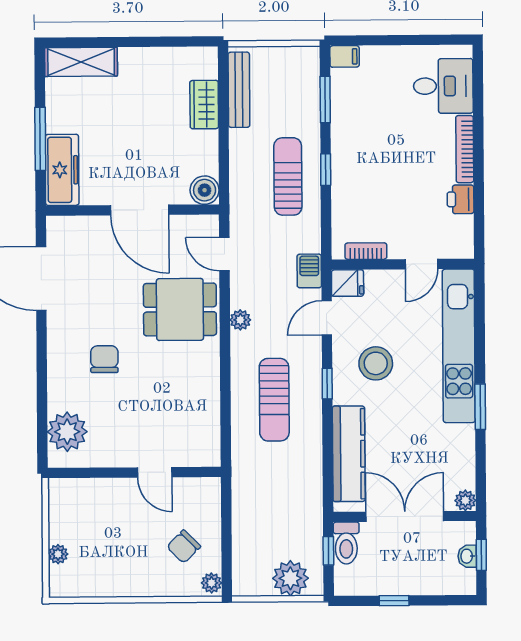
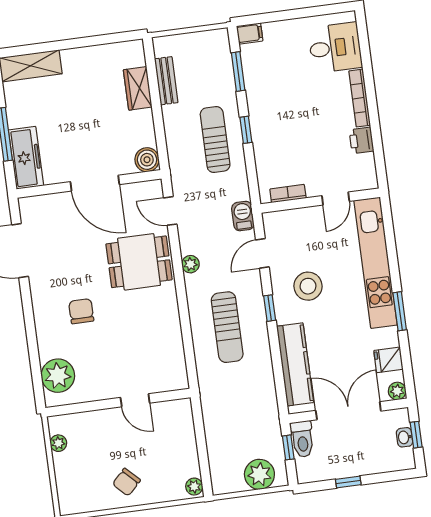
bench: (239, 90) -> (166, 81), width x0.73
fridge: (348, 283) -> (388, 360), moved, turned 180
chair: (184, 547) -> (126, 482), moved
plant: (58, 554) -> (58, 443), moved

